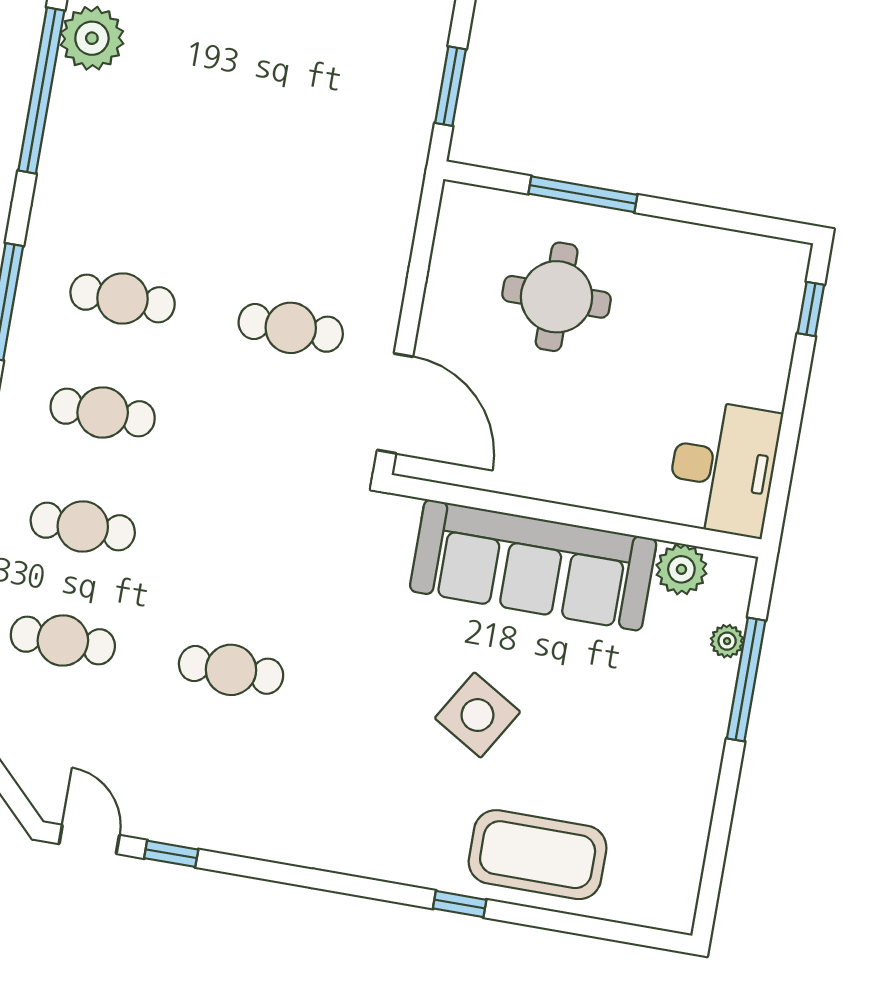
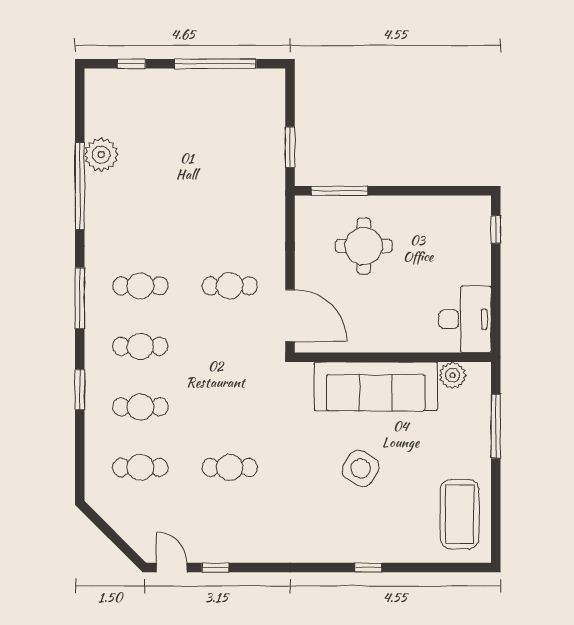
window: (583, 194) -> (339, 191), moved
plant: (727, 641) -> (483, 408), removed
coffee table: (538, 855) -> (460, 514), moved, turned 90

